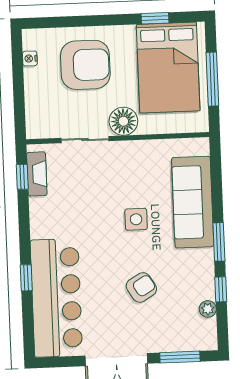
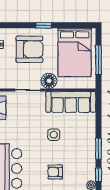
window: (155, 18) -> (44, 25), moved
sofa: (193, 202) -> (71, 102), moved, turned -90
armchair: (141, 287) -> (55, 172), turned -149

